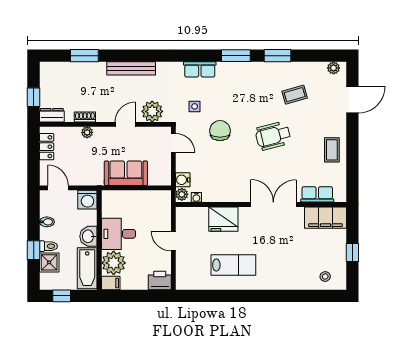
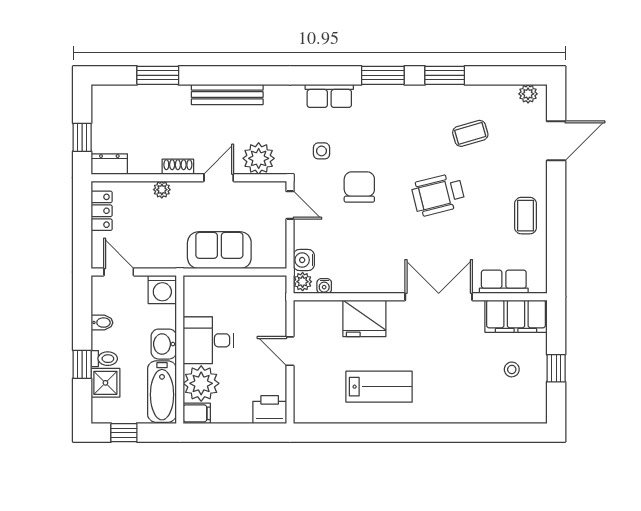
shoe rack: (85, 117) -> (178, 167), moved
stool: (325, 277) -> (512, 369), moved

